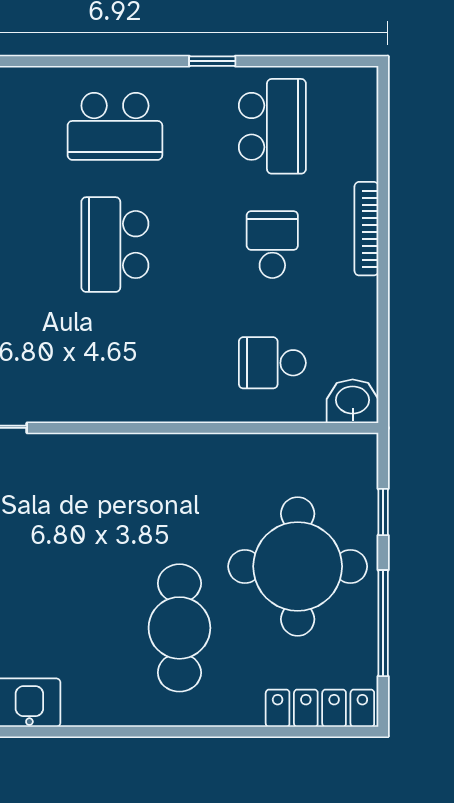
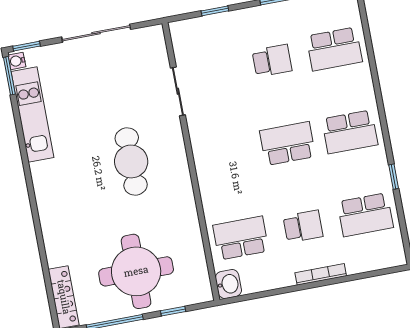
school desk: (115, 126) -> (350, 132), turned -90
school desk: (272, 363) -> (241, 238), width x1.85
cafe table: (179, 628) -> (131, 161), moved, turned 90

